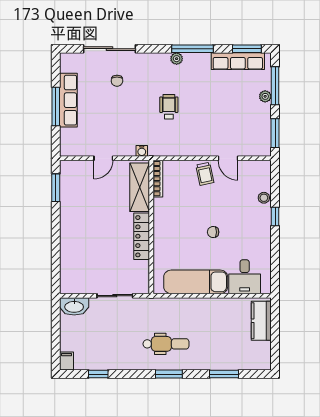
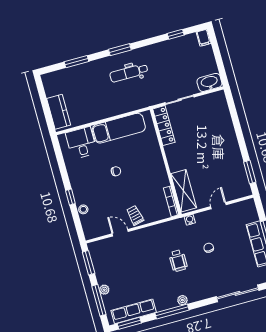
chair: (117, 81) -> (209, 248), moved
locker: (142, 236) -> (164, 126), moved

